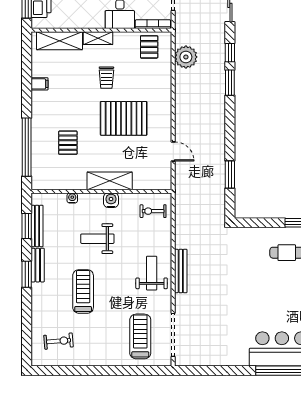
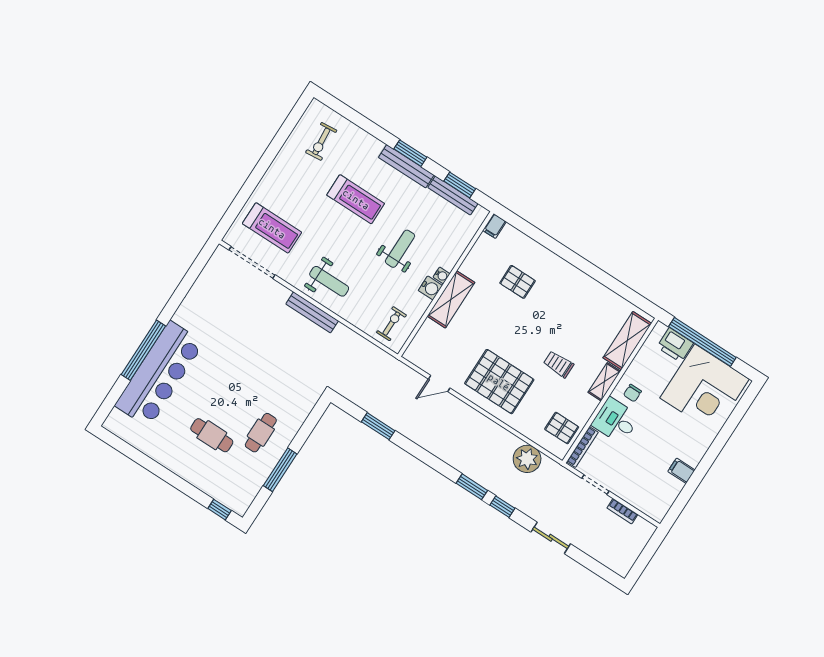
chair: (93, 14) -> (632, 393), added
filing cabinet: (40, 84) -> (494, 226), moved
pallet: (124, 118) -> (499, 382), moved, turned 90
window: (27, 147) -> (540, 237), removed
water cooler: (72, 198) -> (442, 275), moved
bench: (38, 265) -> (406, 166), width x1.36

